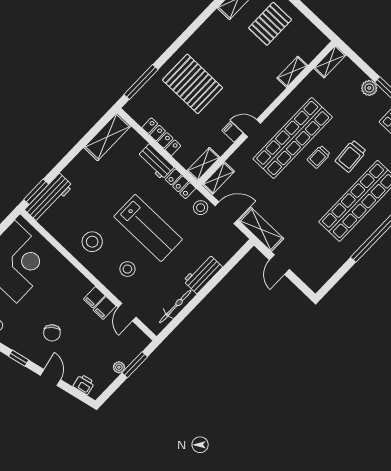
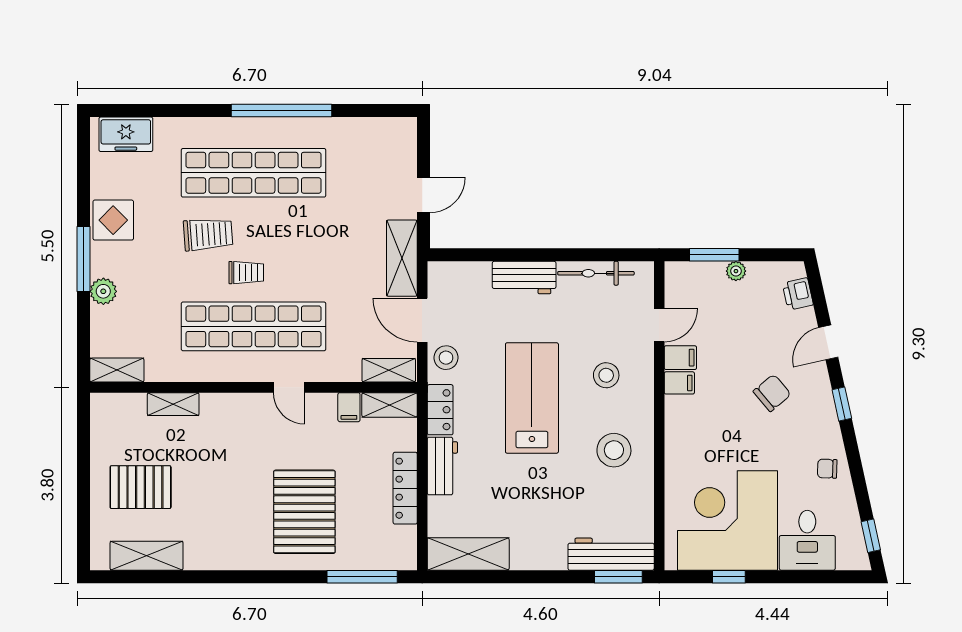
filing cabinet: (232, 132) -> (349, 407), moved

